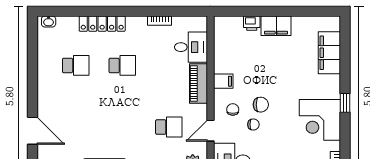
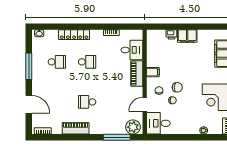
window: (33, 72) -> (29, 66), added
school desk: (169, 127) -> (87, 102), moved, turned 180

